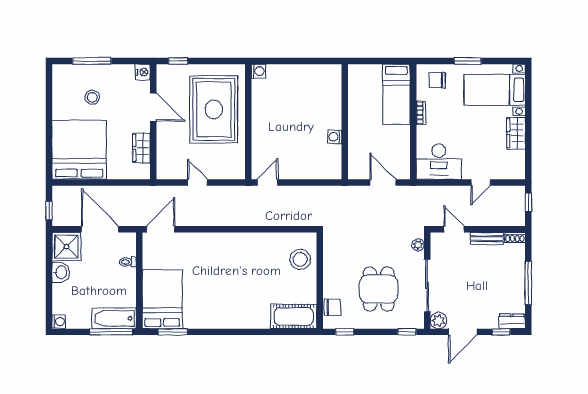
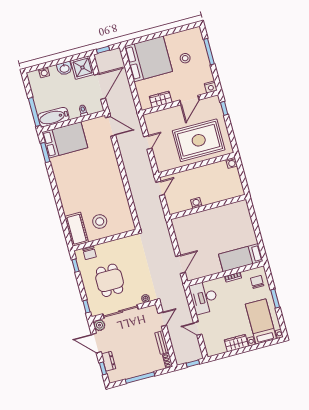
wall: (345, 122) -> (208, 207), moved
washing machine: (335, 137) -> (196, 203), moved
door: (268, 182) -> (160, 188), hinge flipped
stool: (300, 259) -> (100, 222), moved
dining table: (379, 289) -> (110, 280), turned 90
bathtub: (114, 318) -> (53, 117), moved, turned -90
dresser: (512, 321) -> (109, 361), moved
washing machine: (59, 322) -> (44, 72), moved

